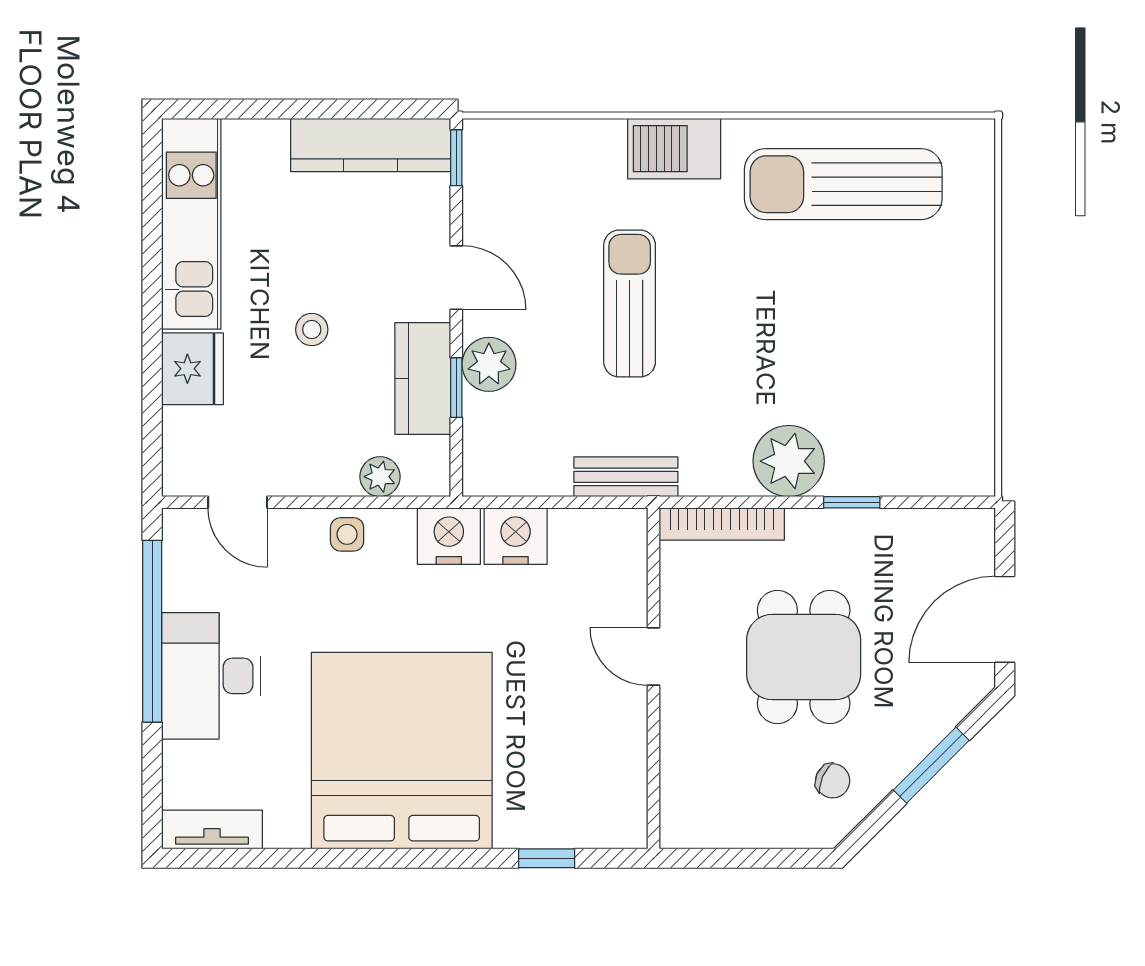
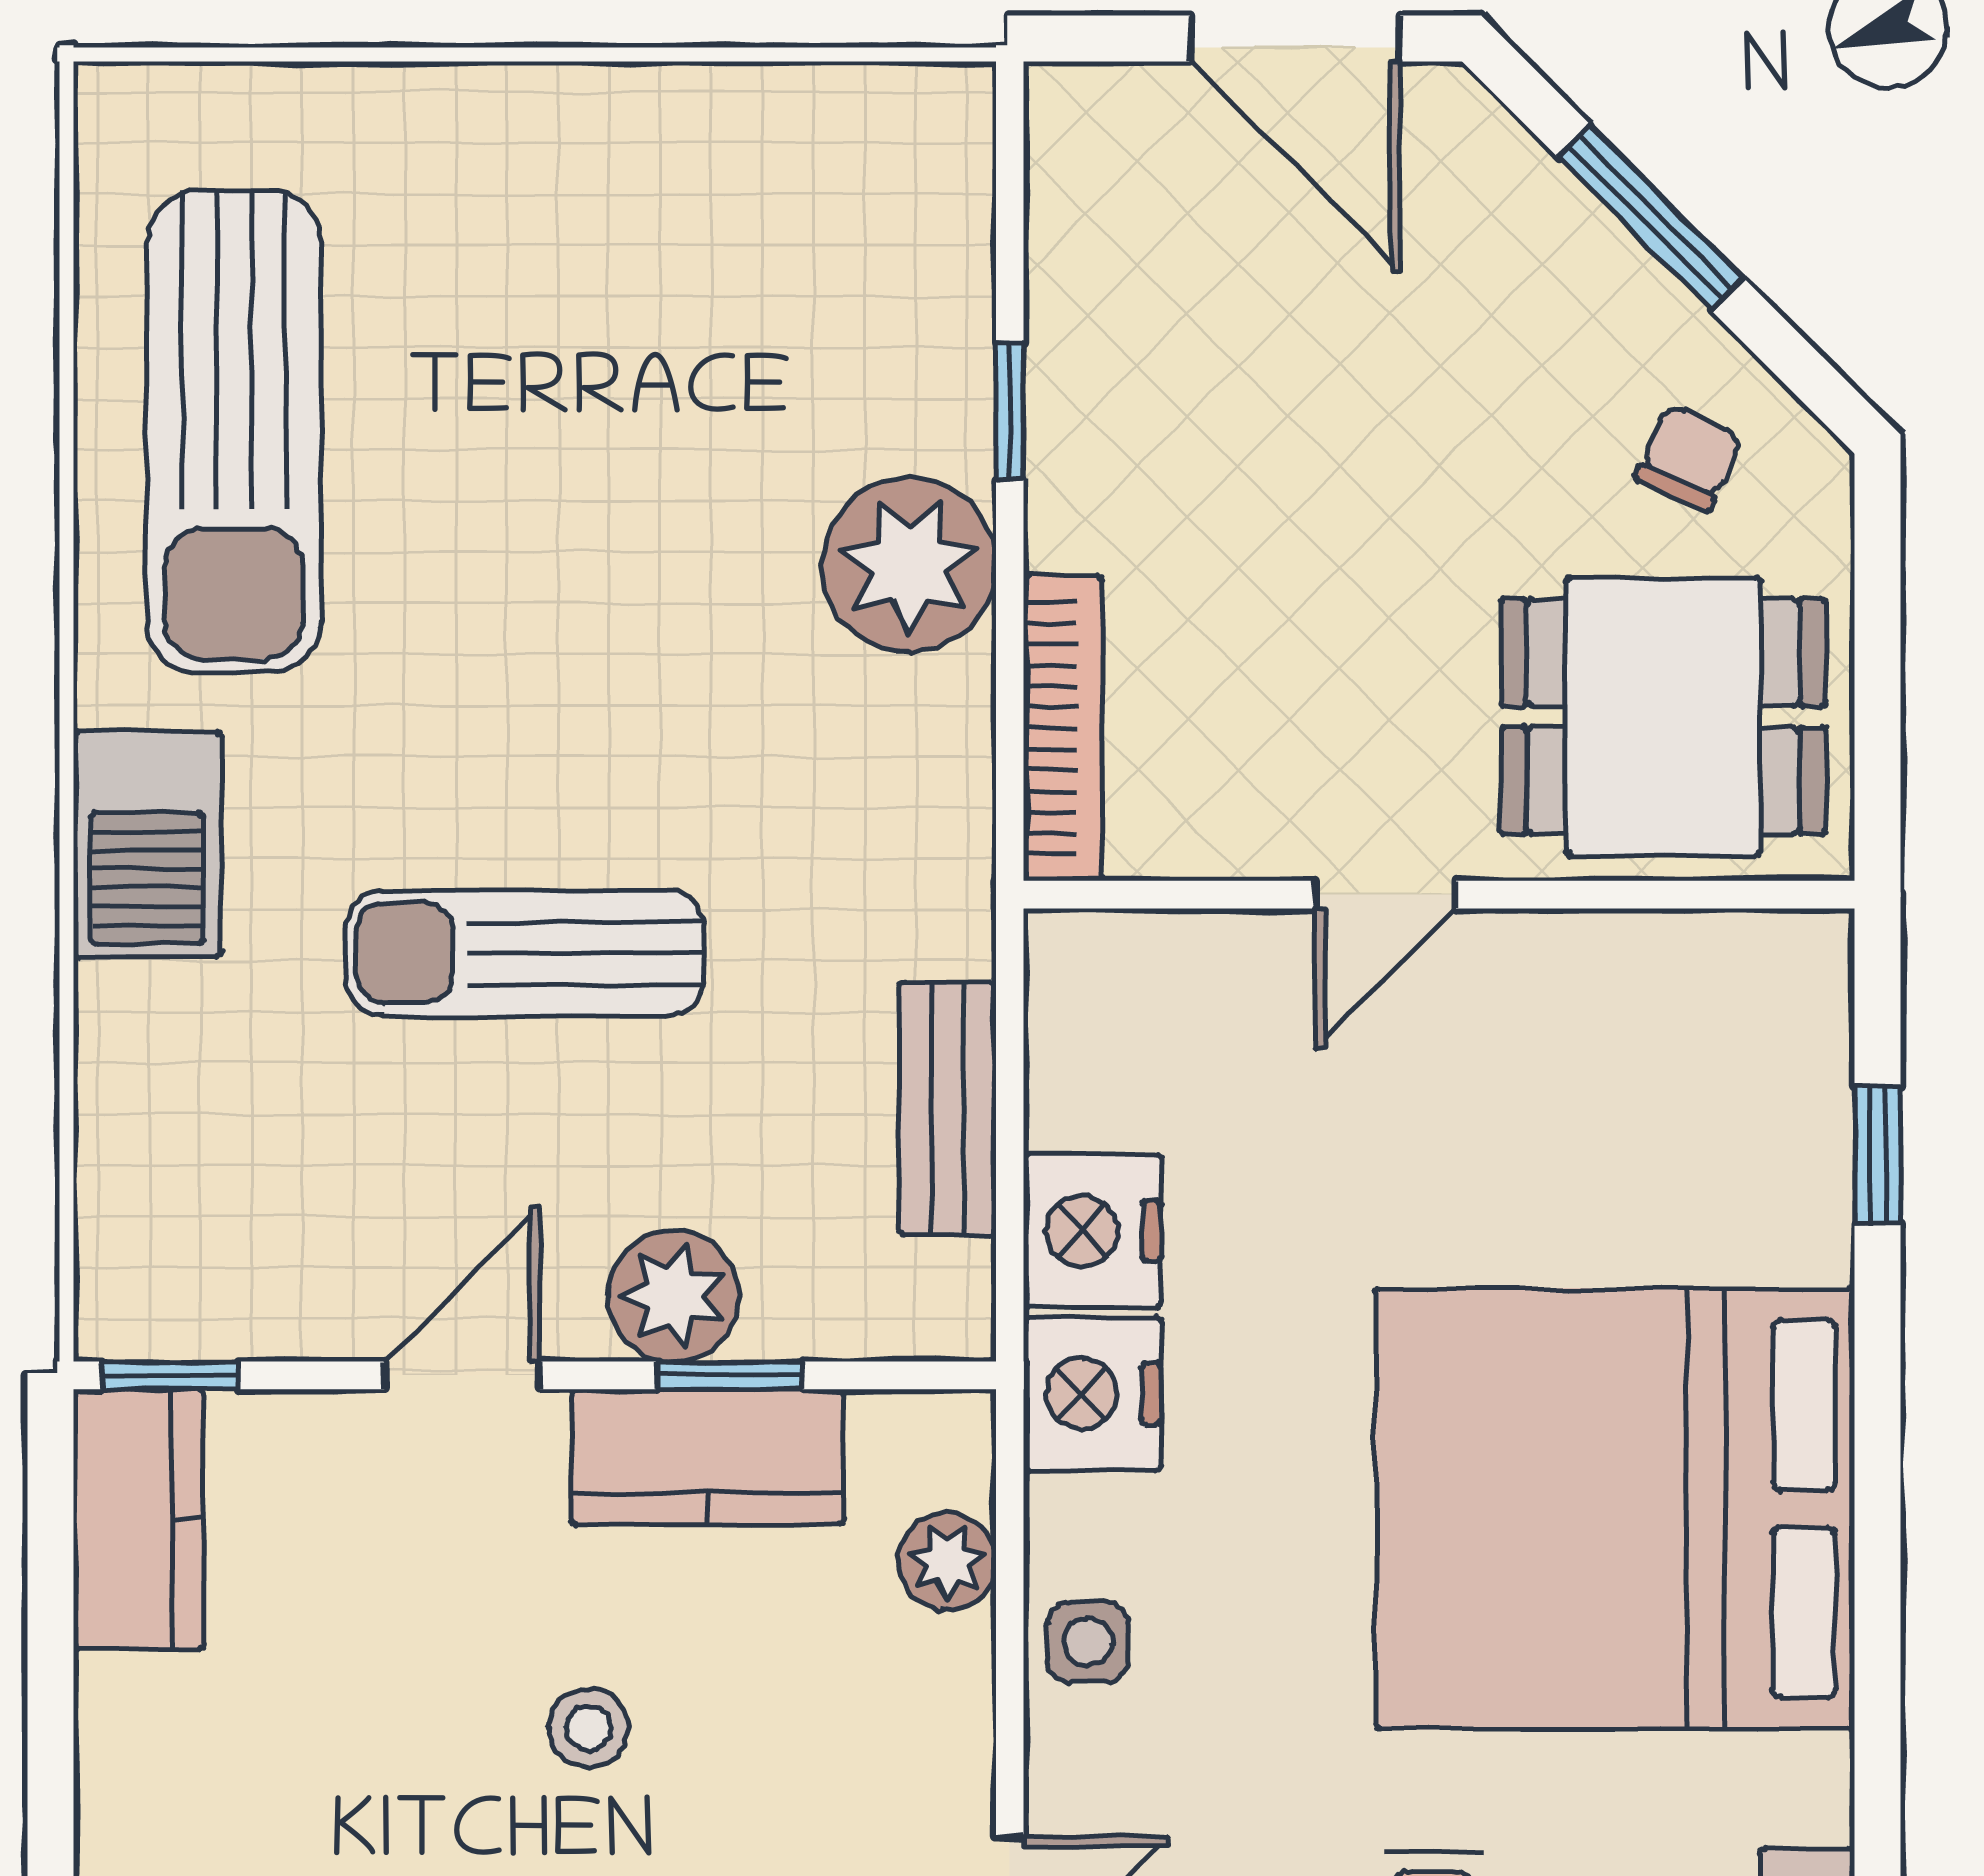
kitchen counter: (371, 145) -> (138, 1519), width x0.67
bench: (626, 477) -> (948, 1109), moved
dining table: (804, 657) -> (1663, 717), moved

